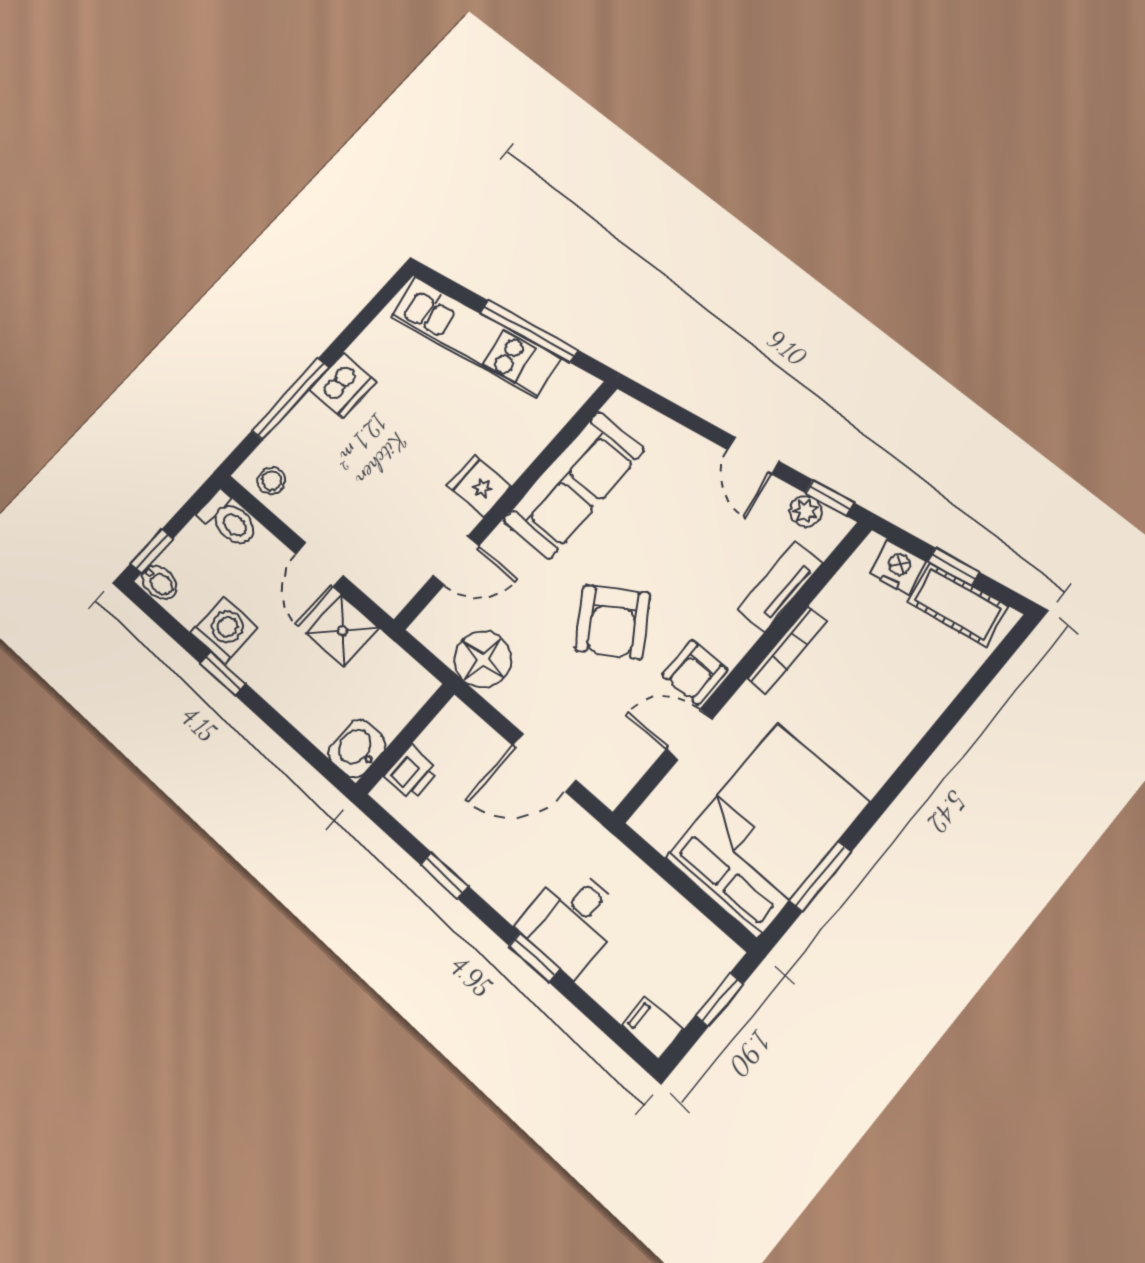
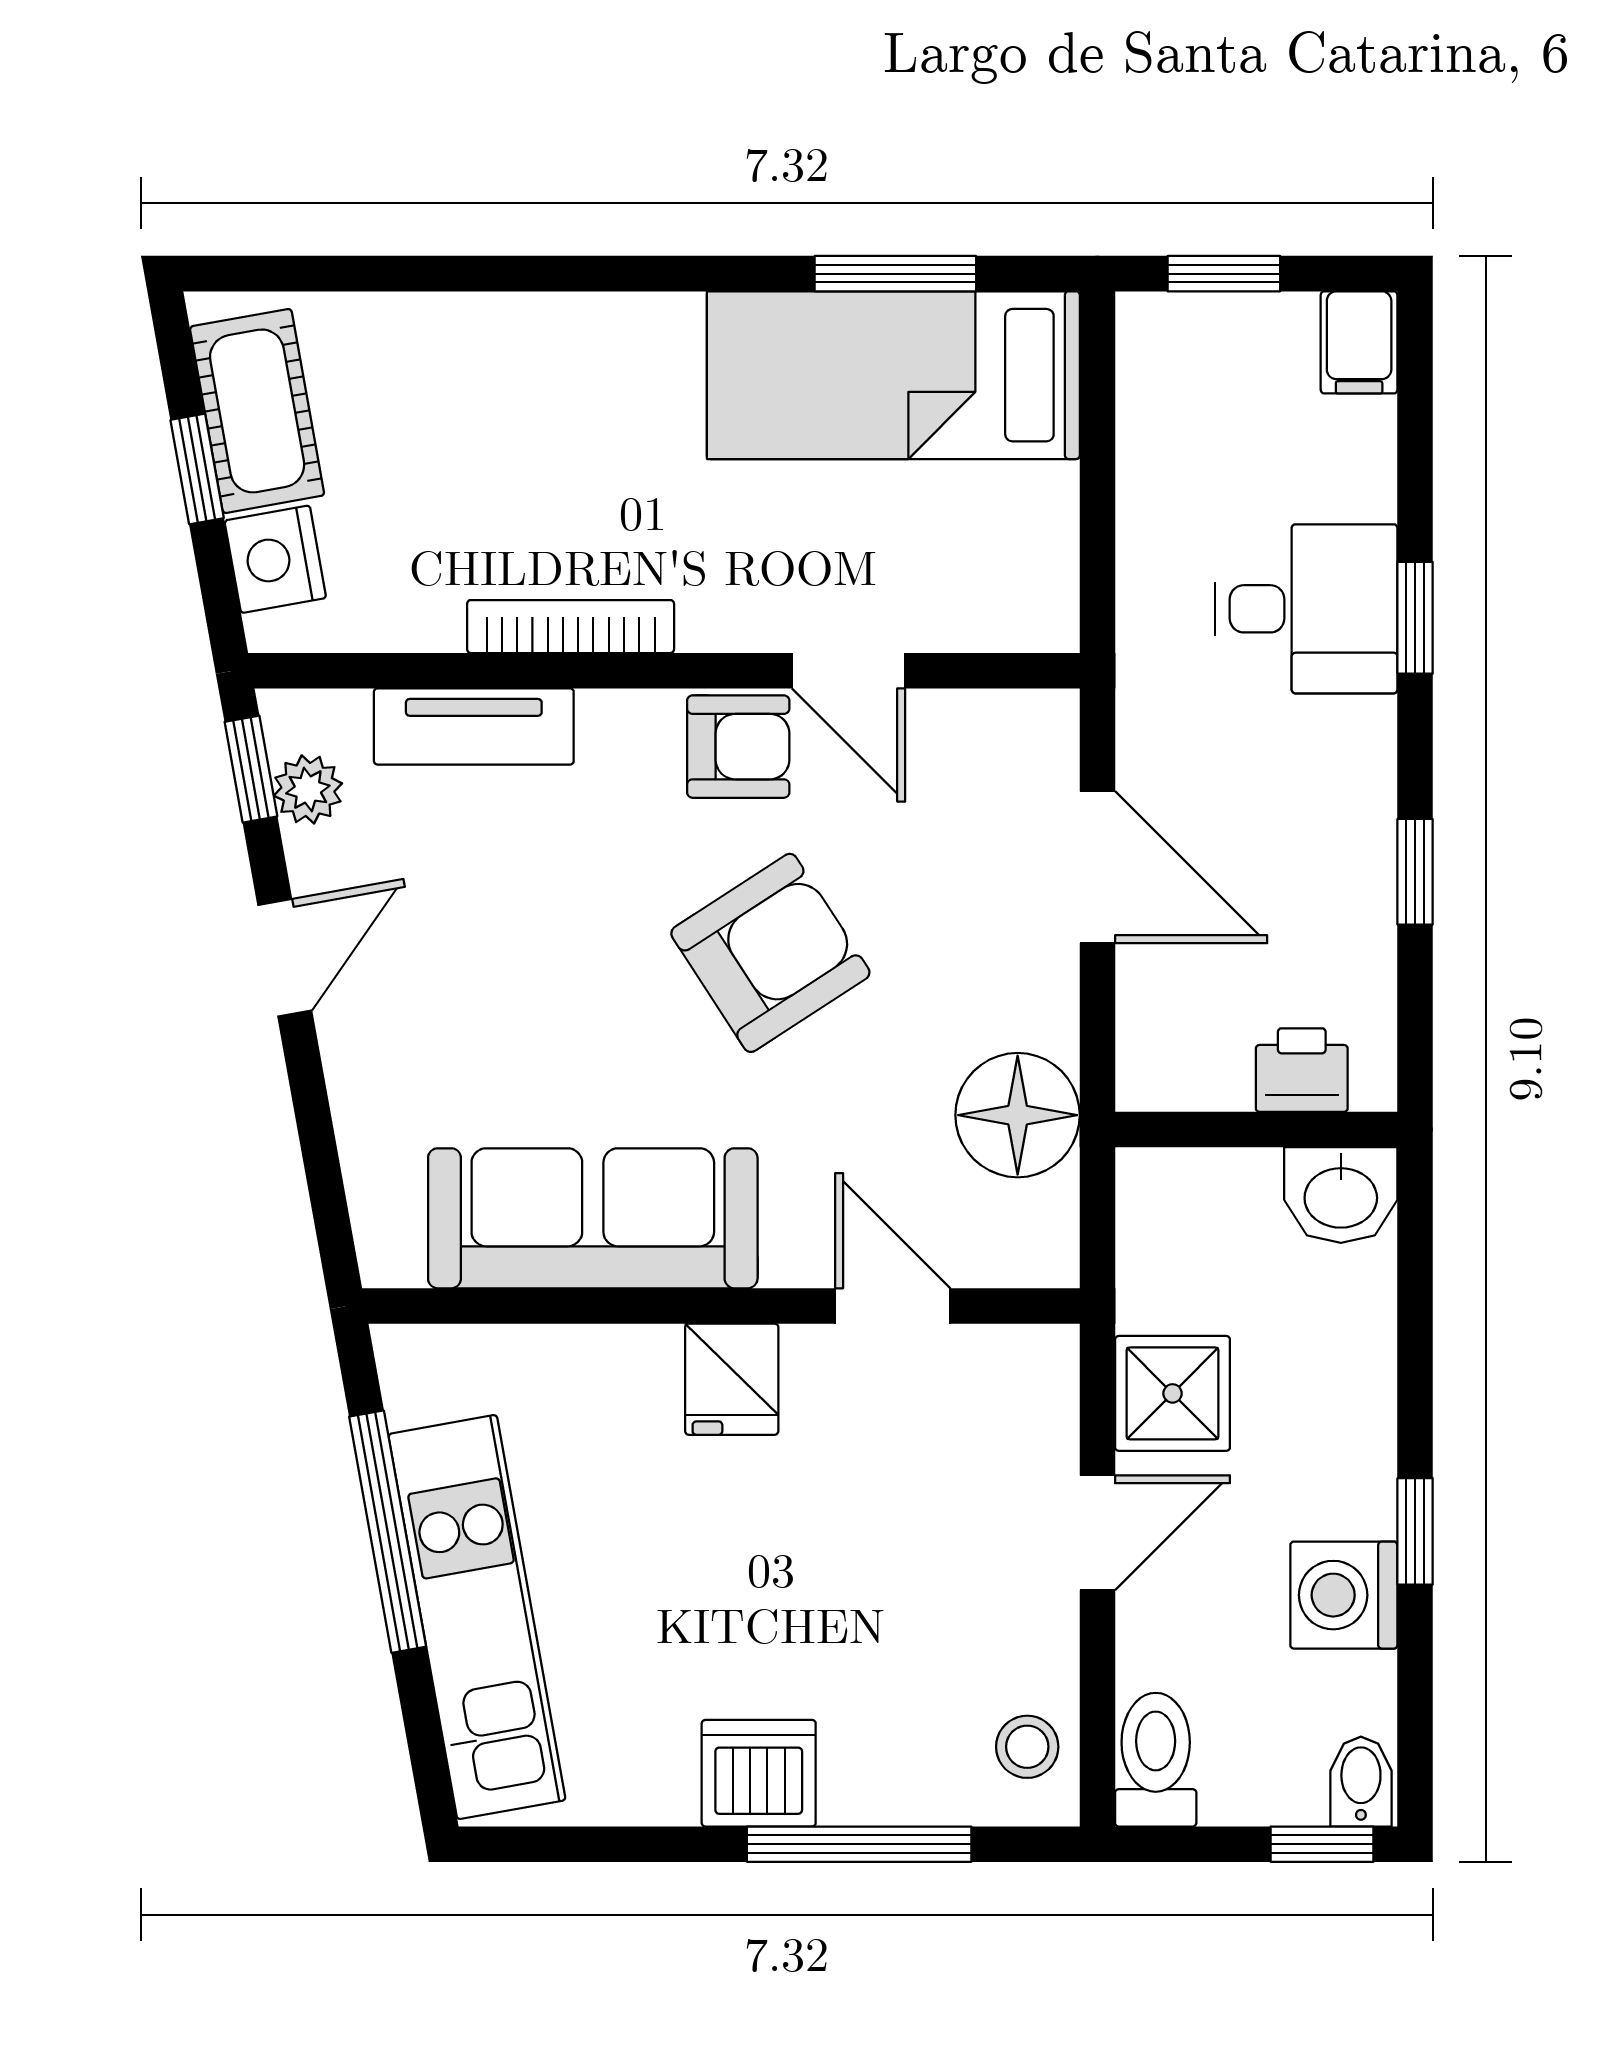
bed: (768, 830) -> (893, 375), width x0.67

